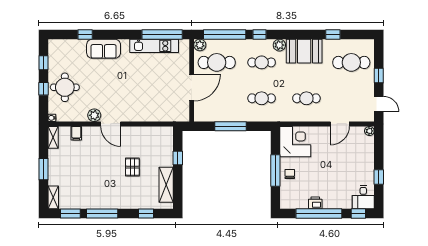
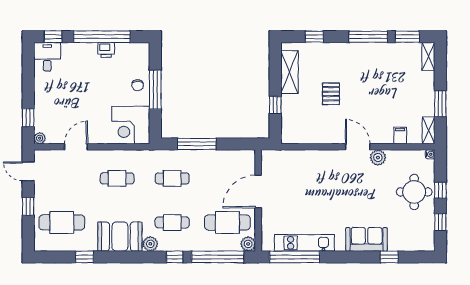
window: (230, 126) -> (197, 144), moved
window: (44, 169) -> (440, 104), moved
window: (379, 177) -> (28, 118), moved

